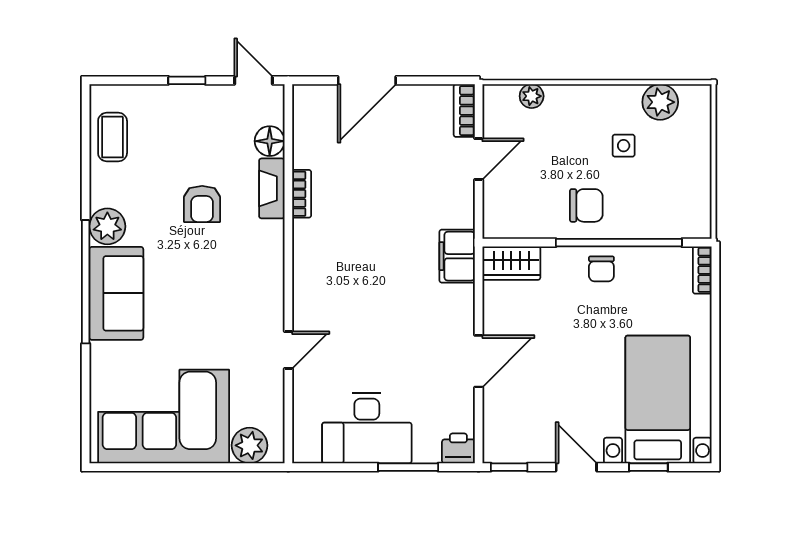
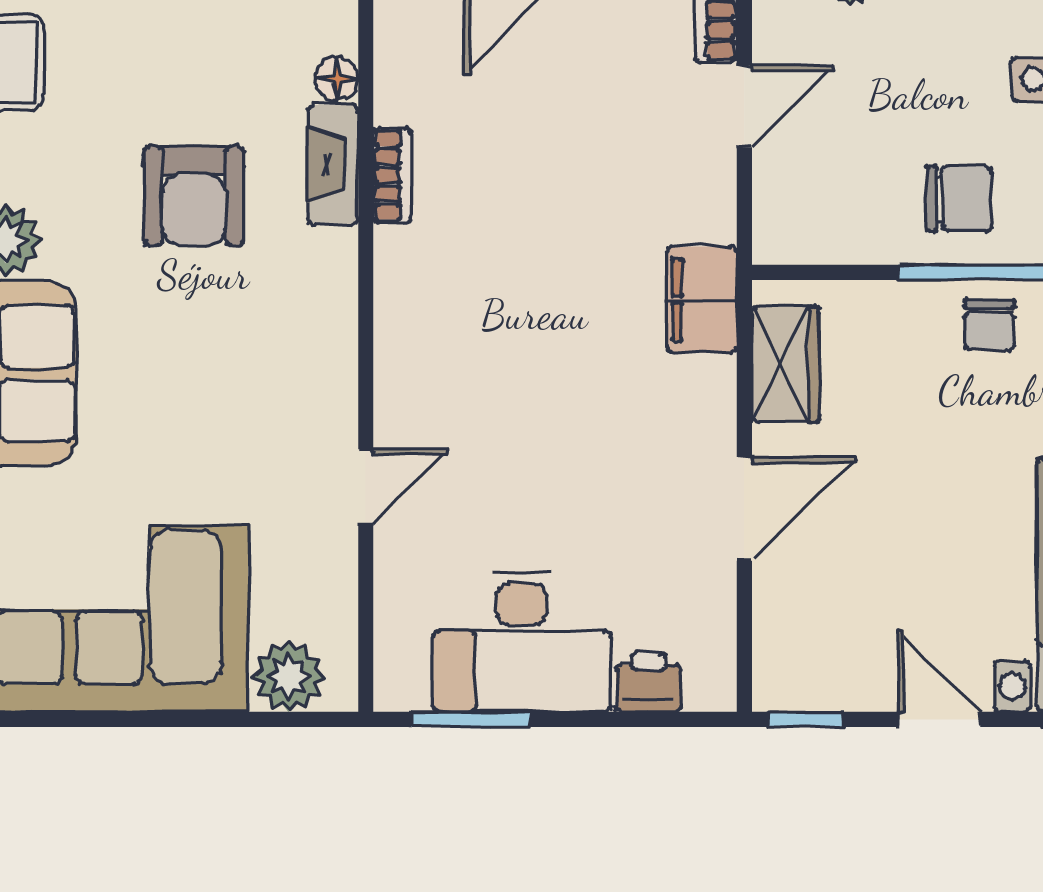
floor lamp: (270, 141) -> (337, 78), width x0.73, depth x0.73
armchair: (202, 204) -> (194, 196), width x1.38, depth x1.38
wardrobe: (511, 263) -> (785, 364), moved, turned -90
printer: (458, 448) -> (649, 682), moved
window: (408, 467) -> (471, 719), moved

